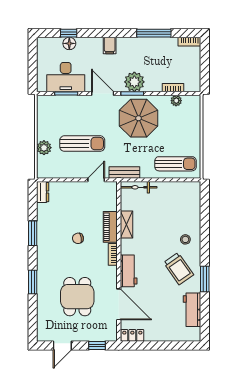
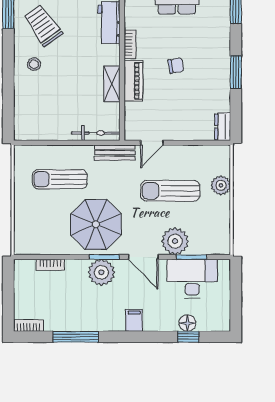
plant: (176, 101) -> (175, 241), moved, width x1.88, depth x1.88
sun lounger: (175, 164) -> (60, 179), moved

